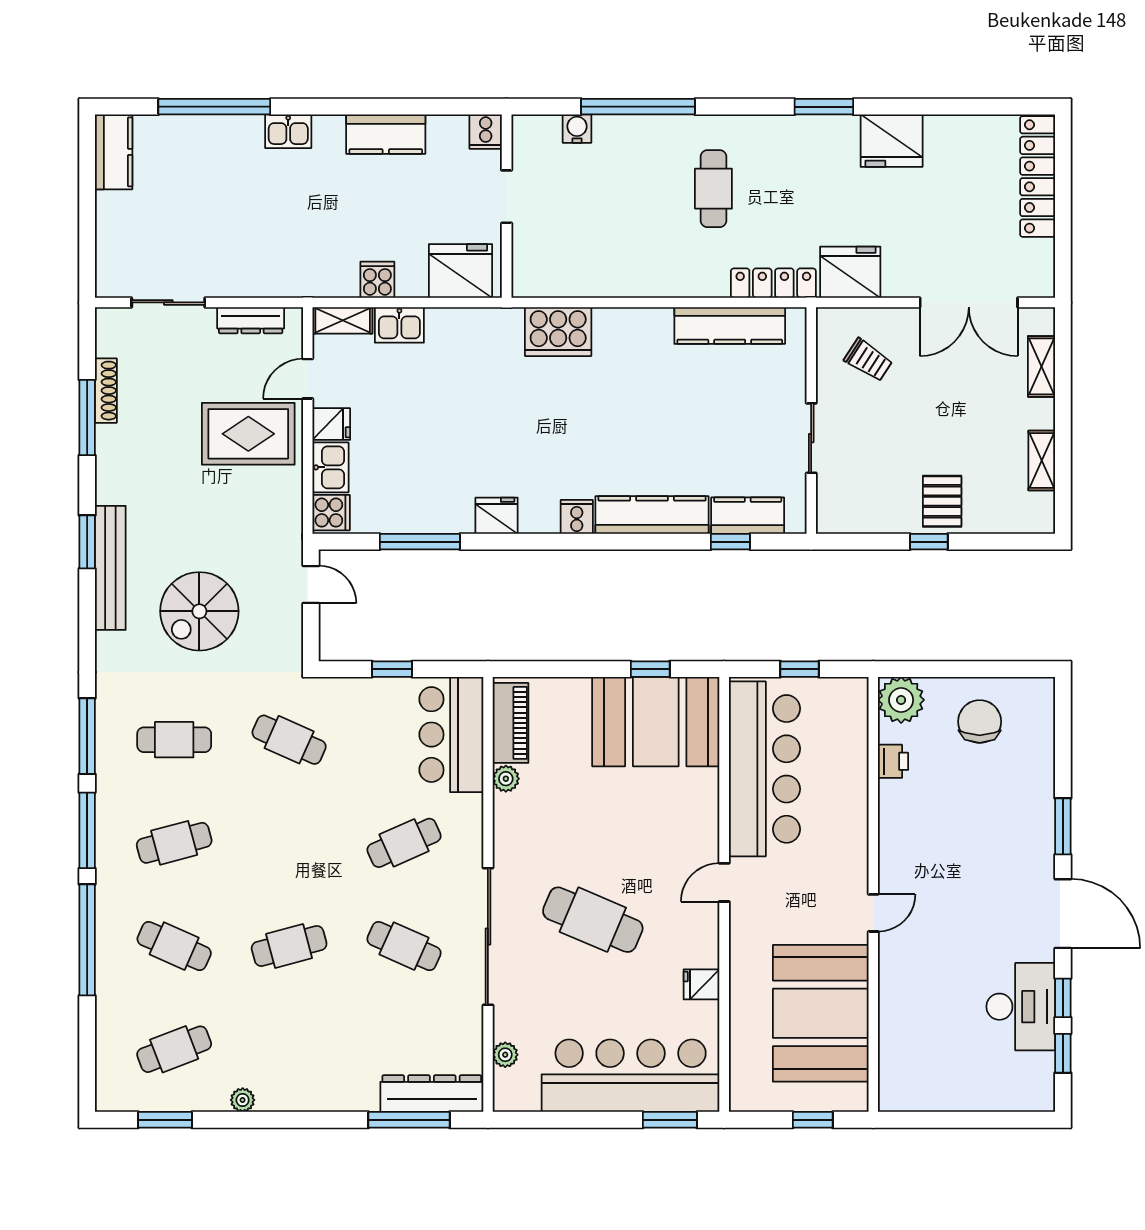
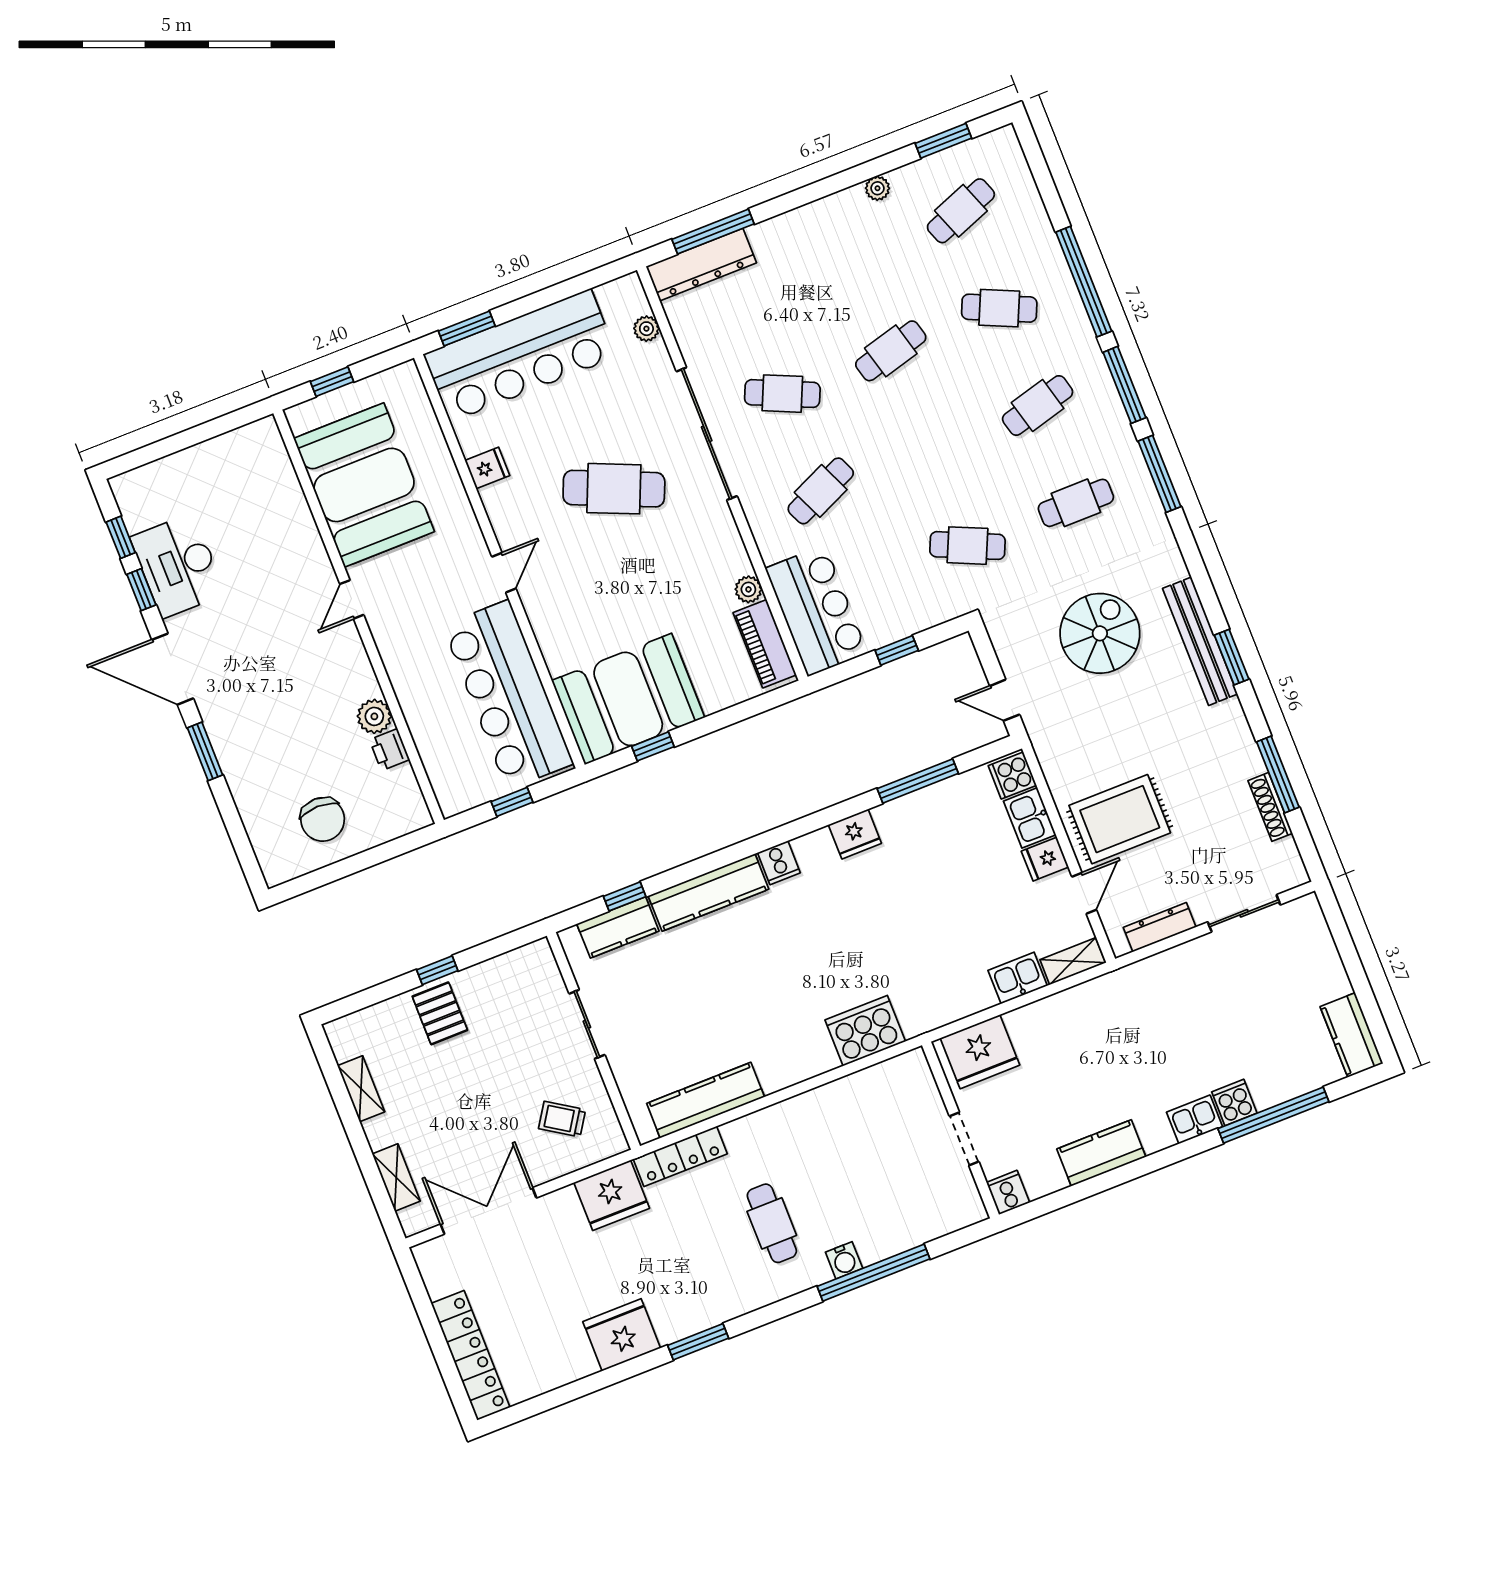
water cooler: (577, 129) -> (844, 1260), moved
cooker: (377, 280) -> (1234, 1102), moved, turned 180
plant: (901, 700) -> (374, 716), moved, width x0.73, depth x0.73

